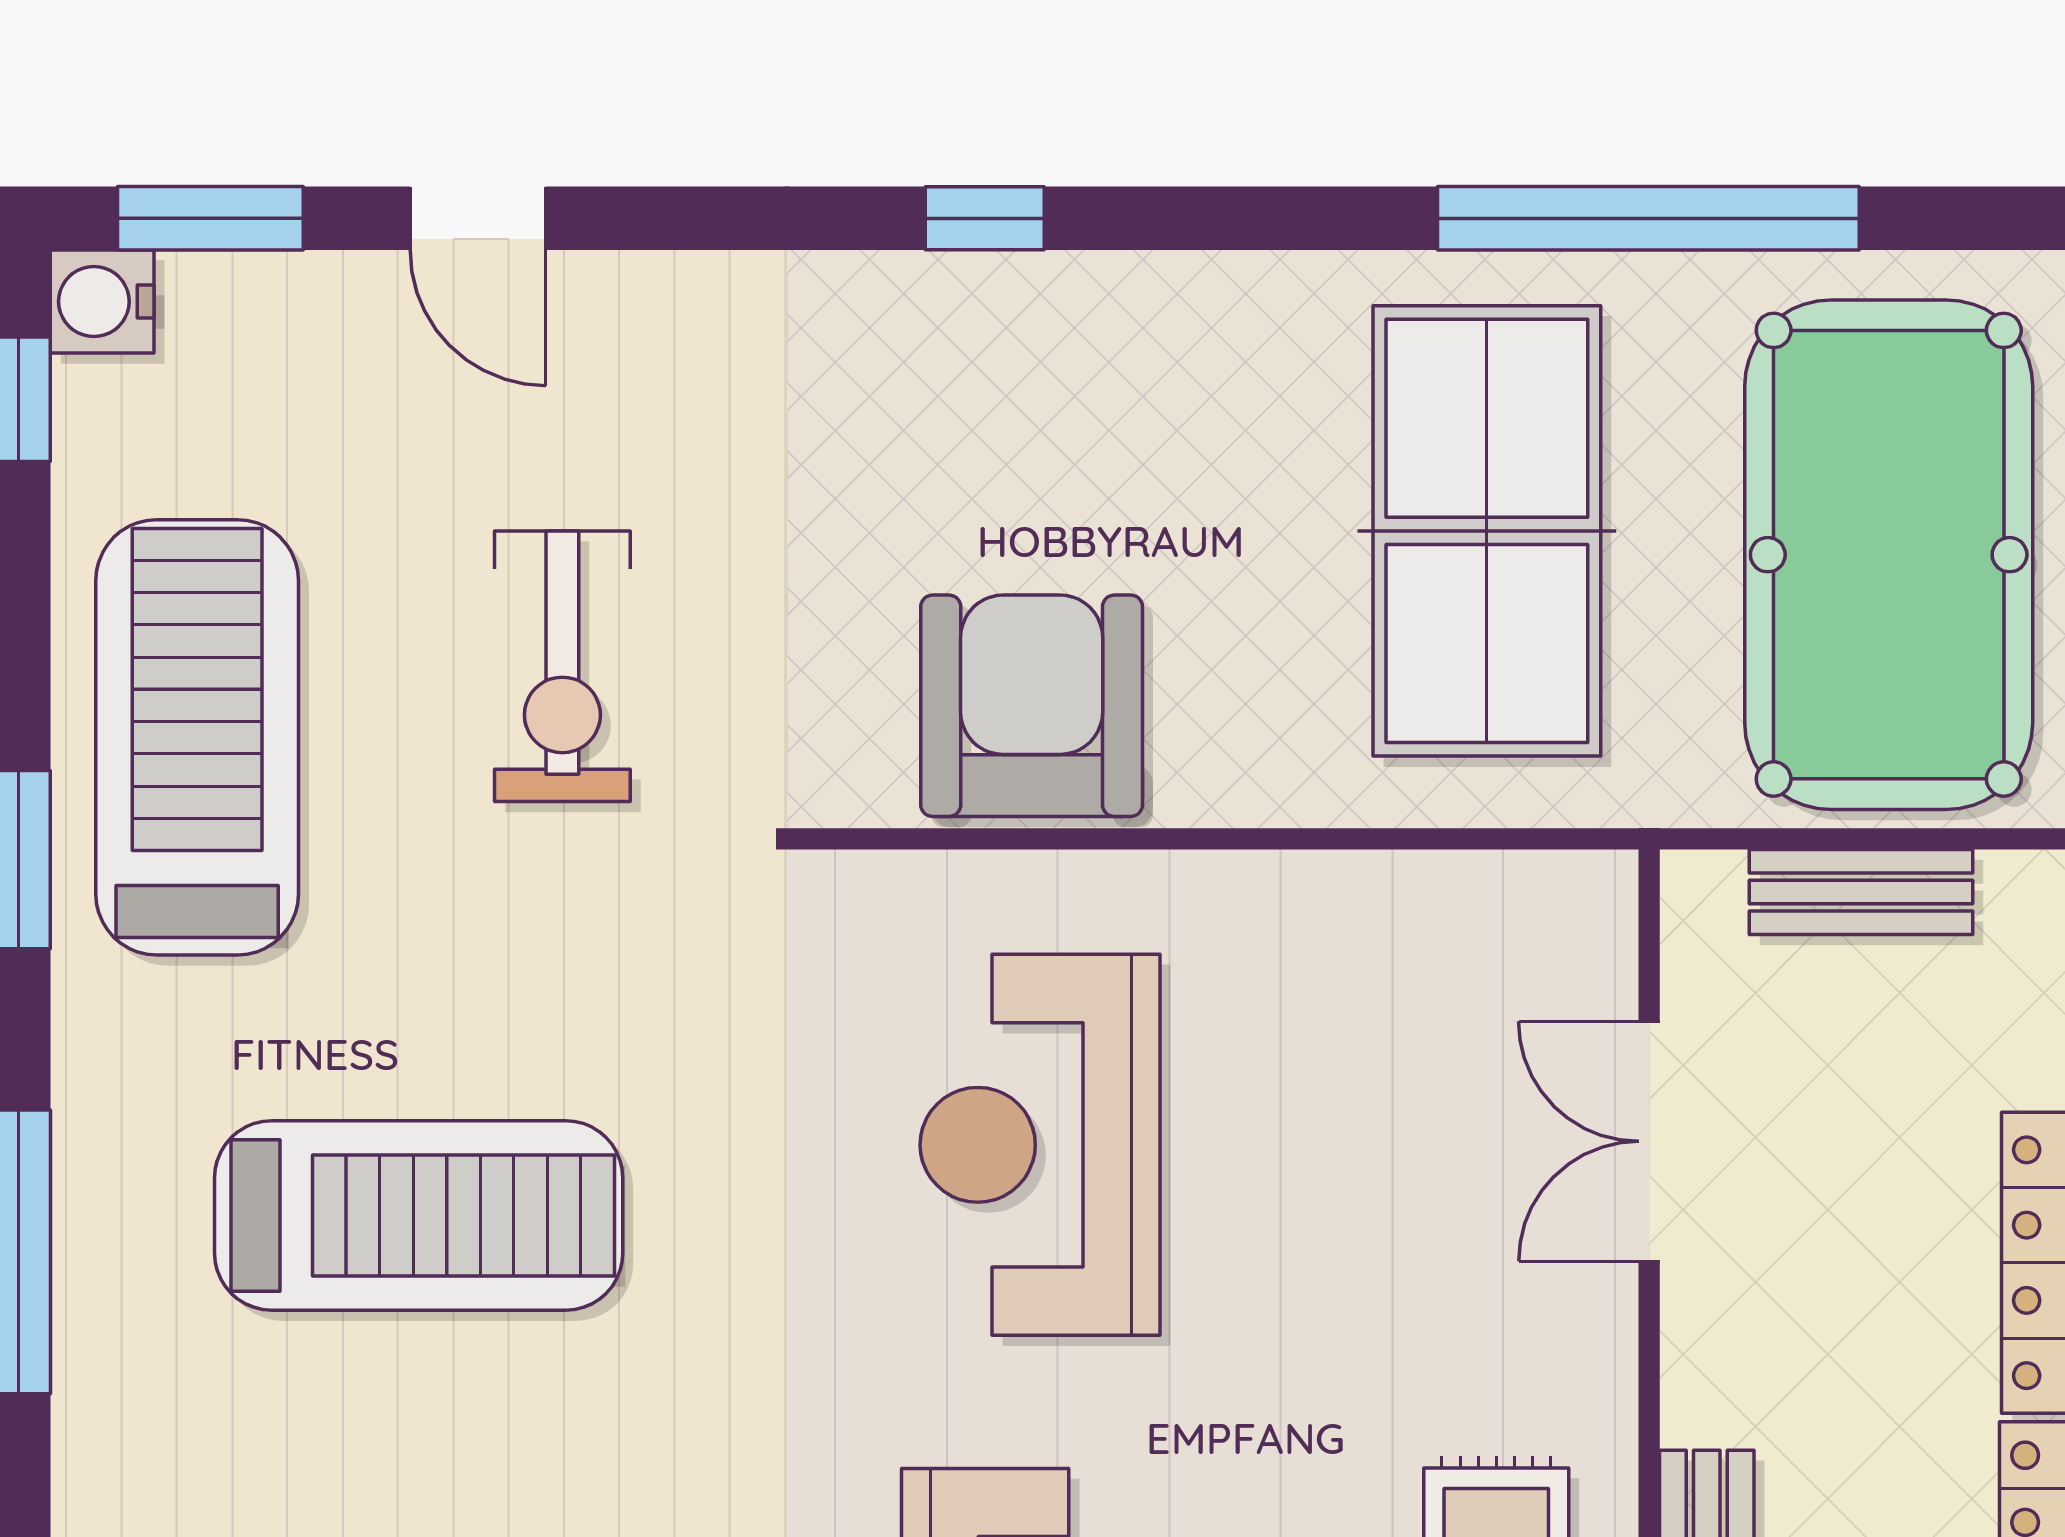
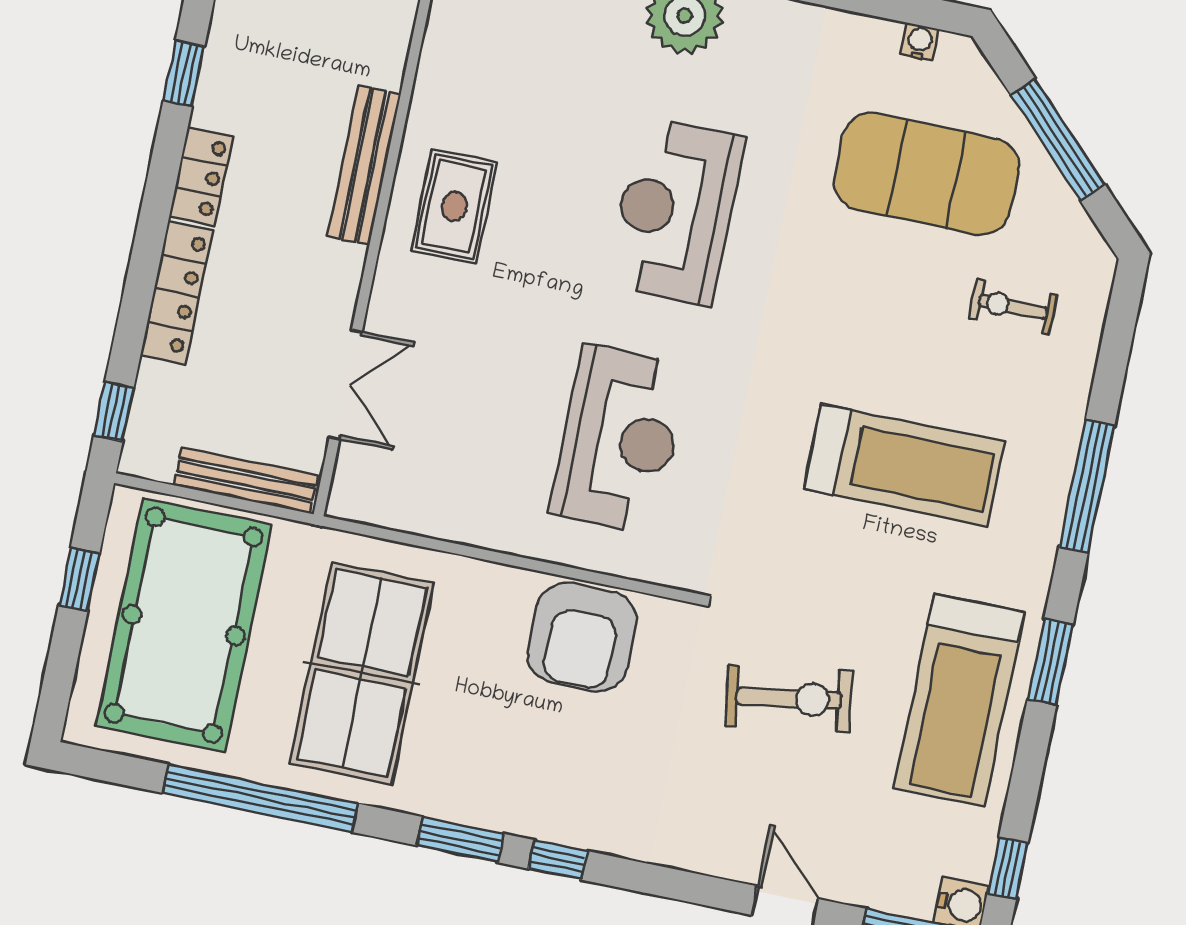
window: (1203, 218) -> (460, 840), added
exercise bike: (562, 666) -> (789, 698), turned 81
bench: (1861, 892) -> (246, 480), width x1.36
treadmill: (419, 1215) -> (904, 465), turned 180

